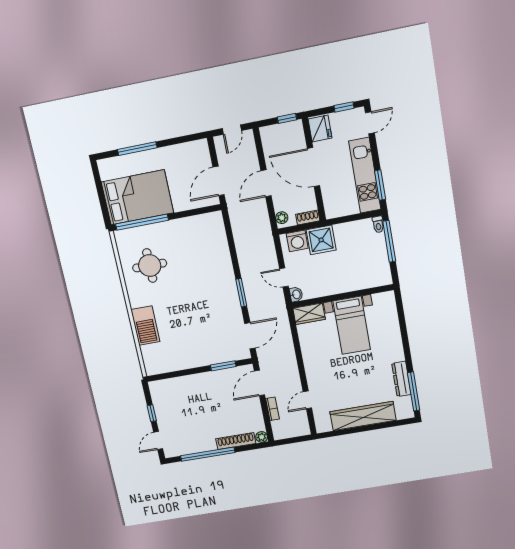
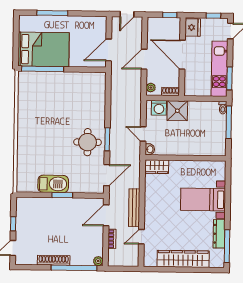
round table: (150, 266) -> (88, 142), moved
bed with nightstands: (352, 325) -> (203, 199), moved, turned 90
barbecue: (145, 326) -> (53, 184), moved, turned -90
window: (223, 366) -> (62, 195), moved
bench: (291, 368) -> (134, 208), added
shoe rack: (236, 441) -> (54, 260), moved
window: (208, 454) -> (74, 268), moved

